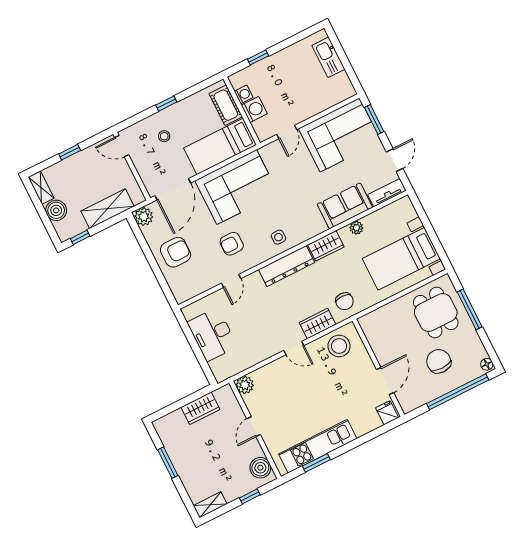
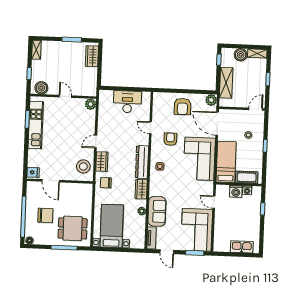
wardrobe: (200, 408) -> (92, 56), moved

